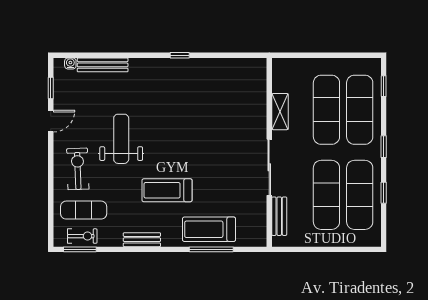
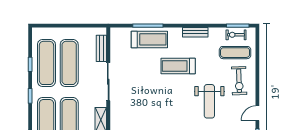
treadmill: (167, 190) -> (178, 66), turned 180

